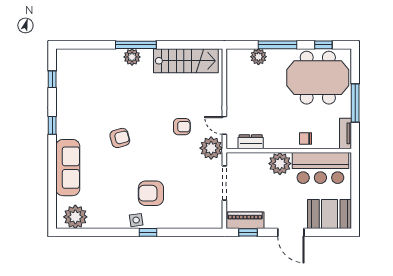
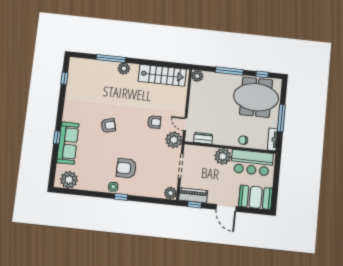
window: (136, 45) -> (111, 58), moved
plant: (258, 57) -> (197, 76), moved
window: (52, 125) -> (57, 137), moved
plant: (214, 220) -> (171, 193), added

